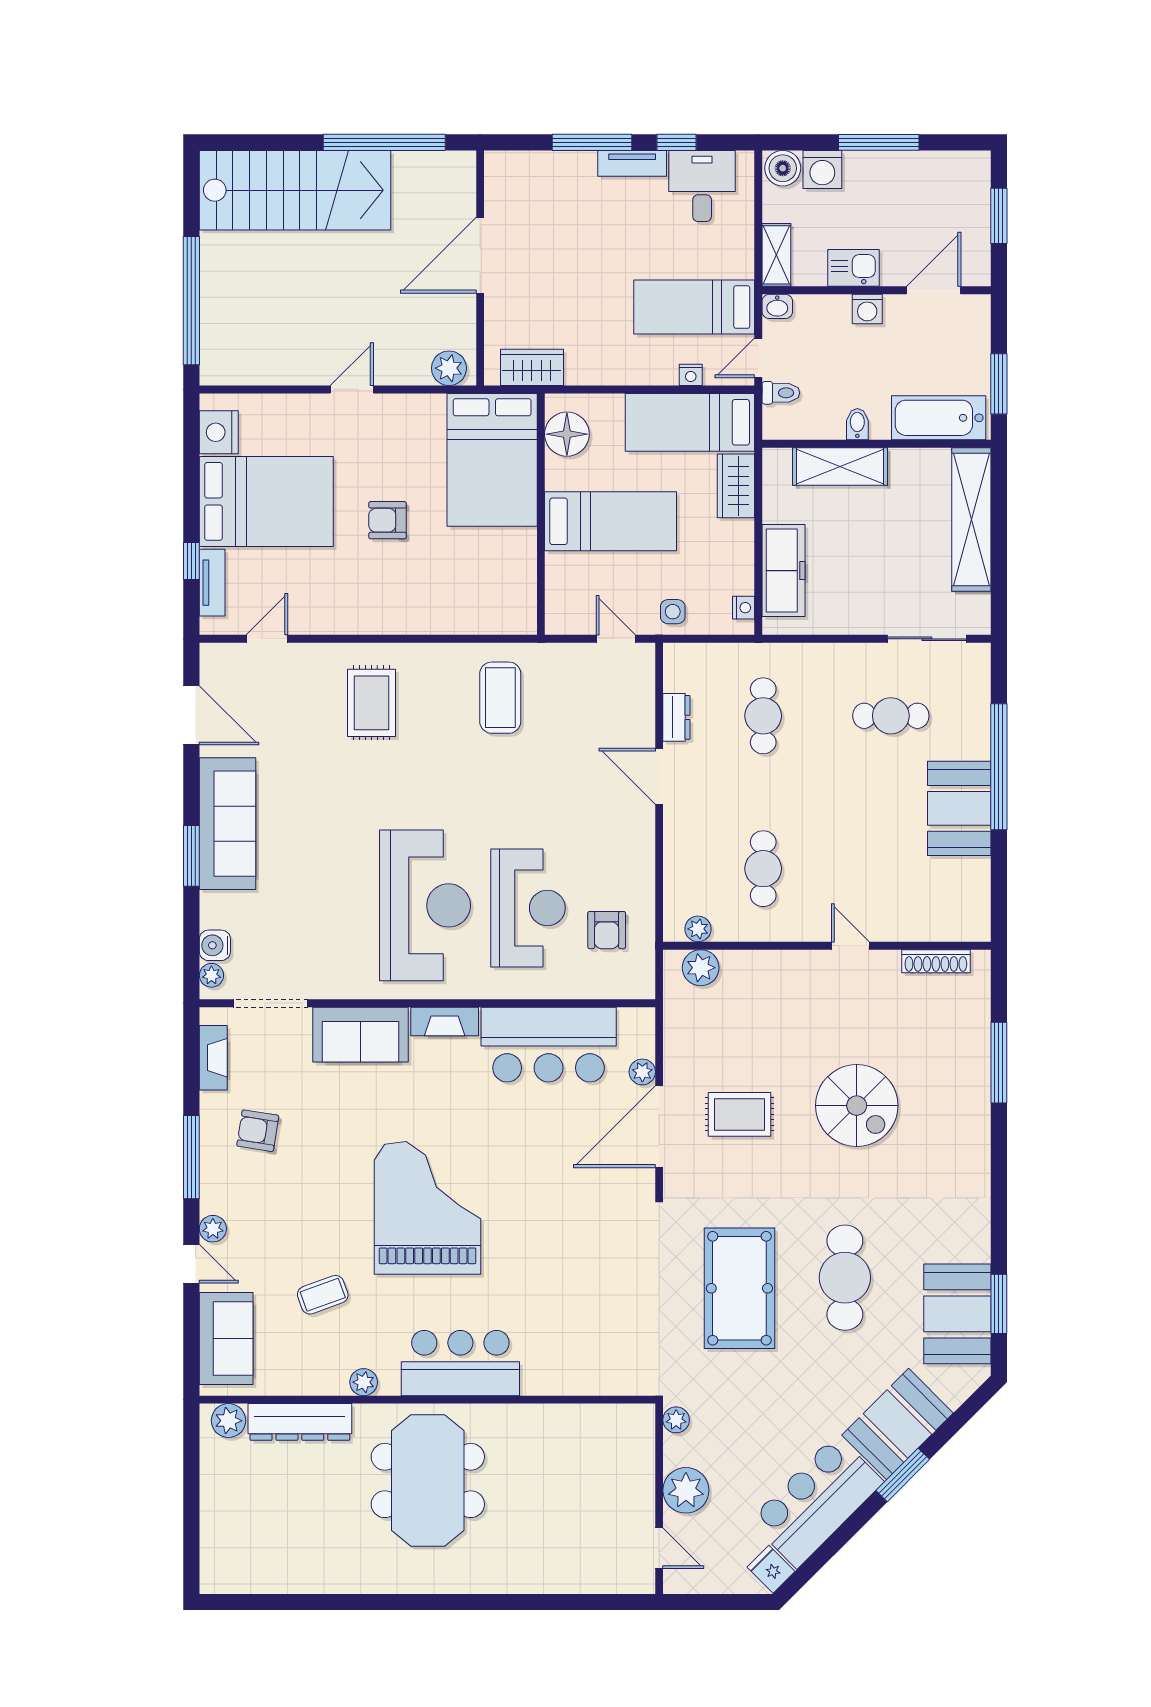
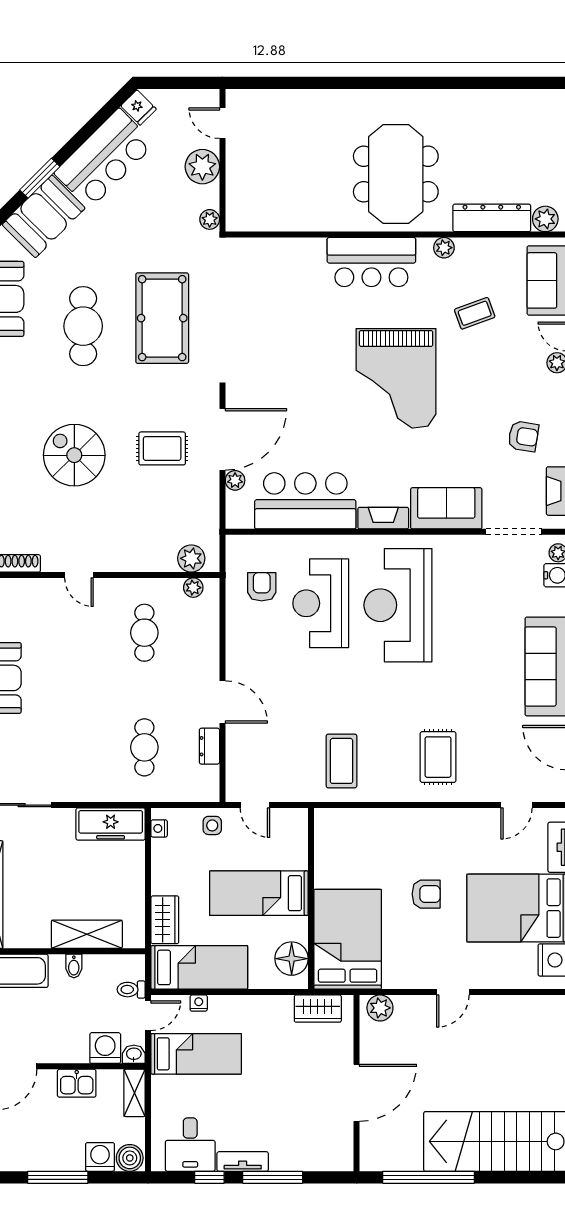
washing machine: (867, 309) -> (105, 1048), moved, width x1.38, depth x1.38
freezer: (784, 571) -> (111, 824), moved, turned -90
cafe table: (891, 716) -> (49, 747), removed

